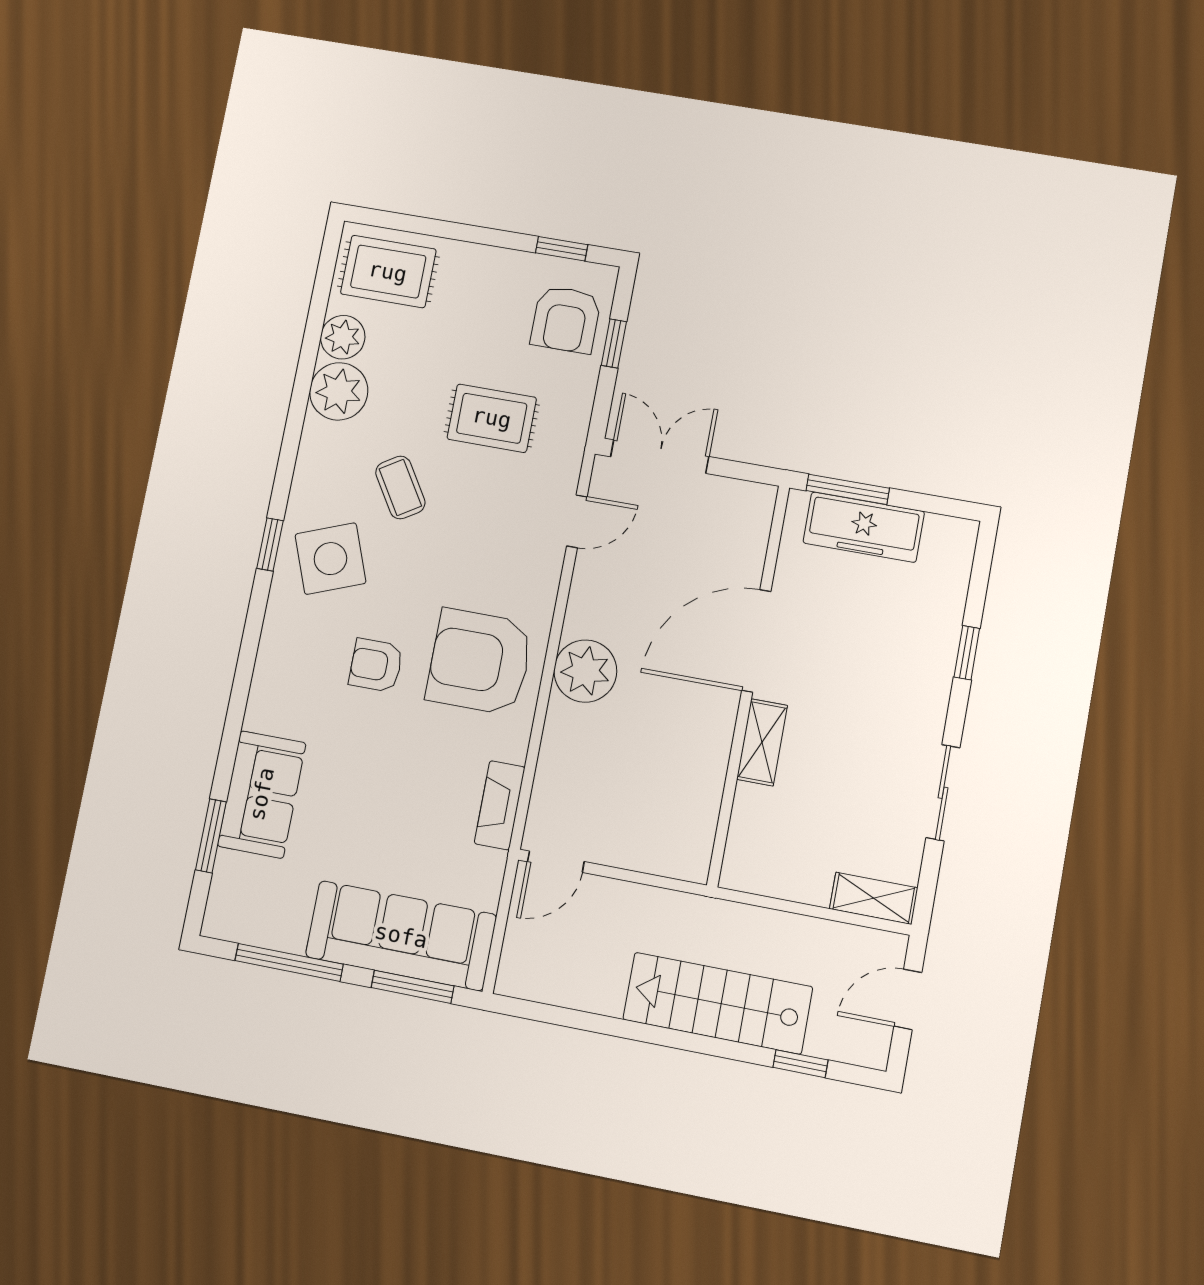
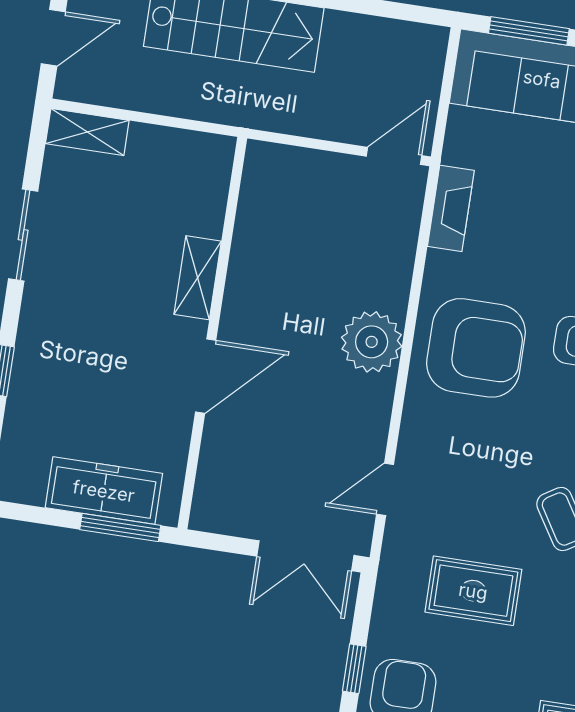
door: (756, 641) -> (206, 376), width x0.73

